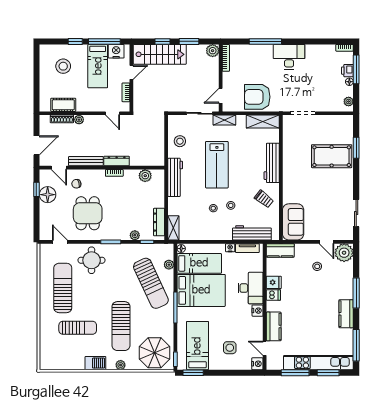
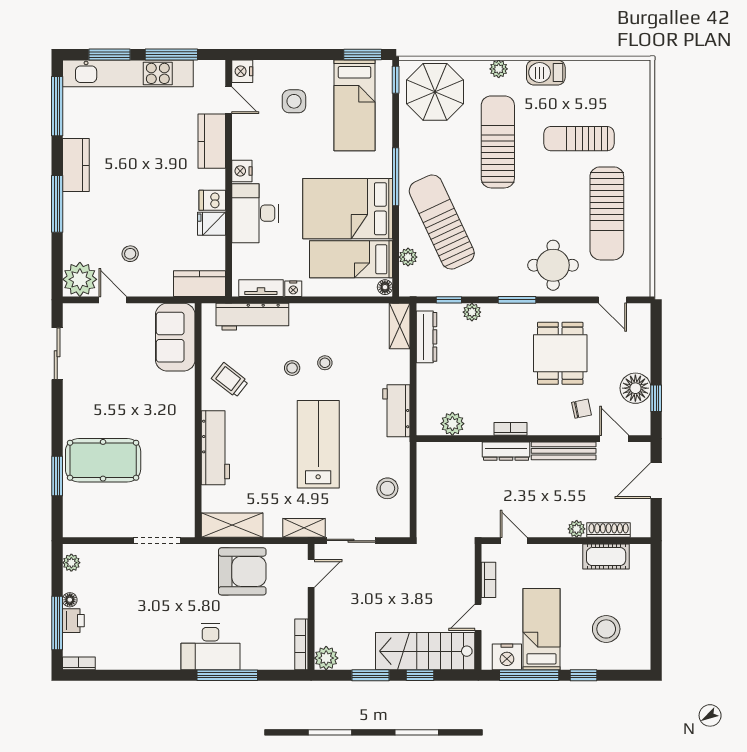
desk: (289, 57) -> (211, 647), moved
workbench: (175, 177) -> (396, 411), width x0.73

